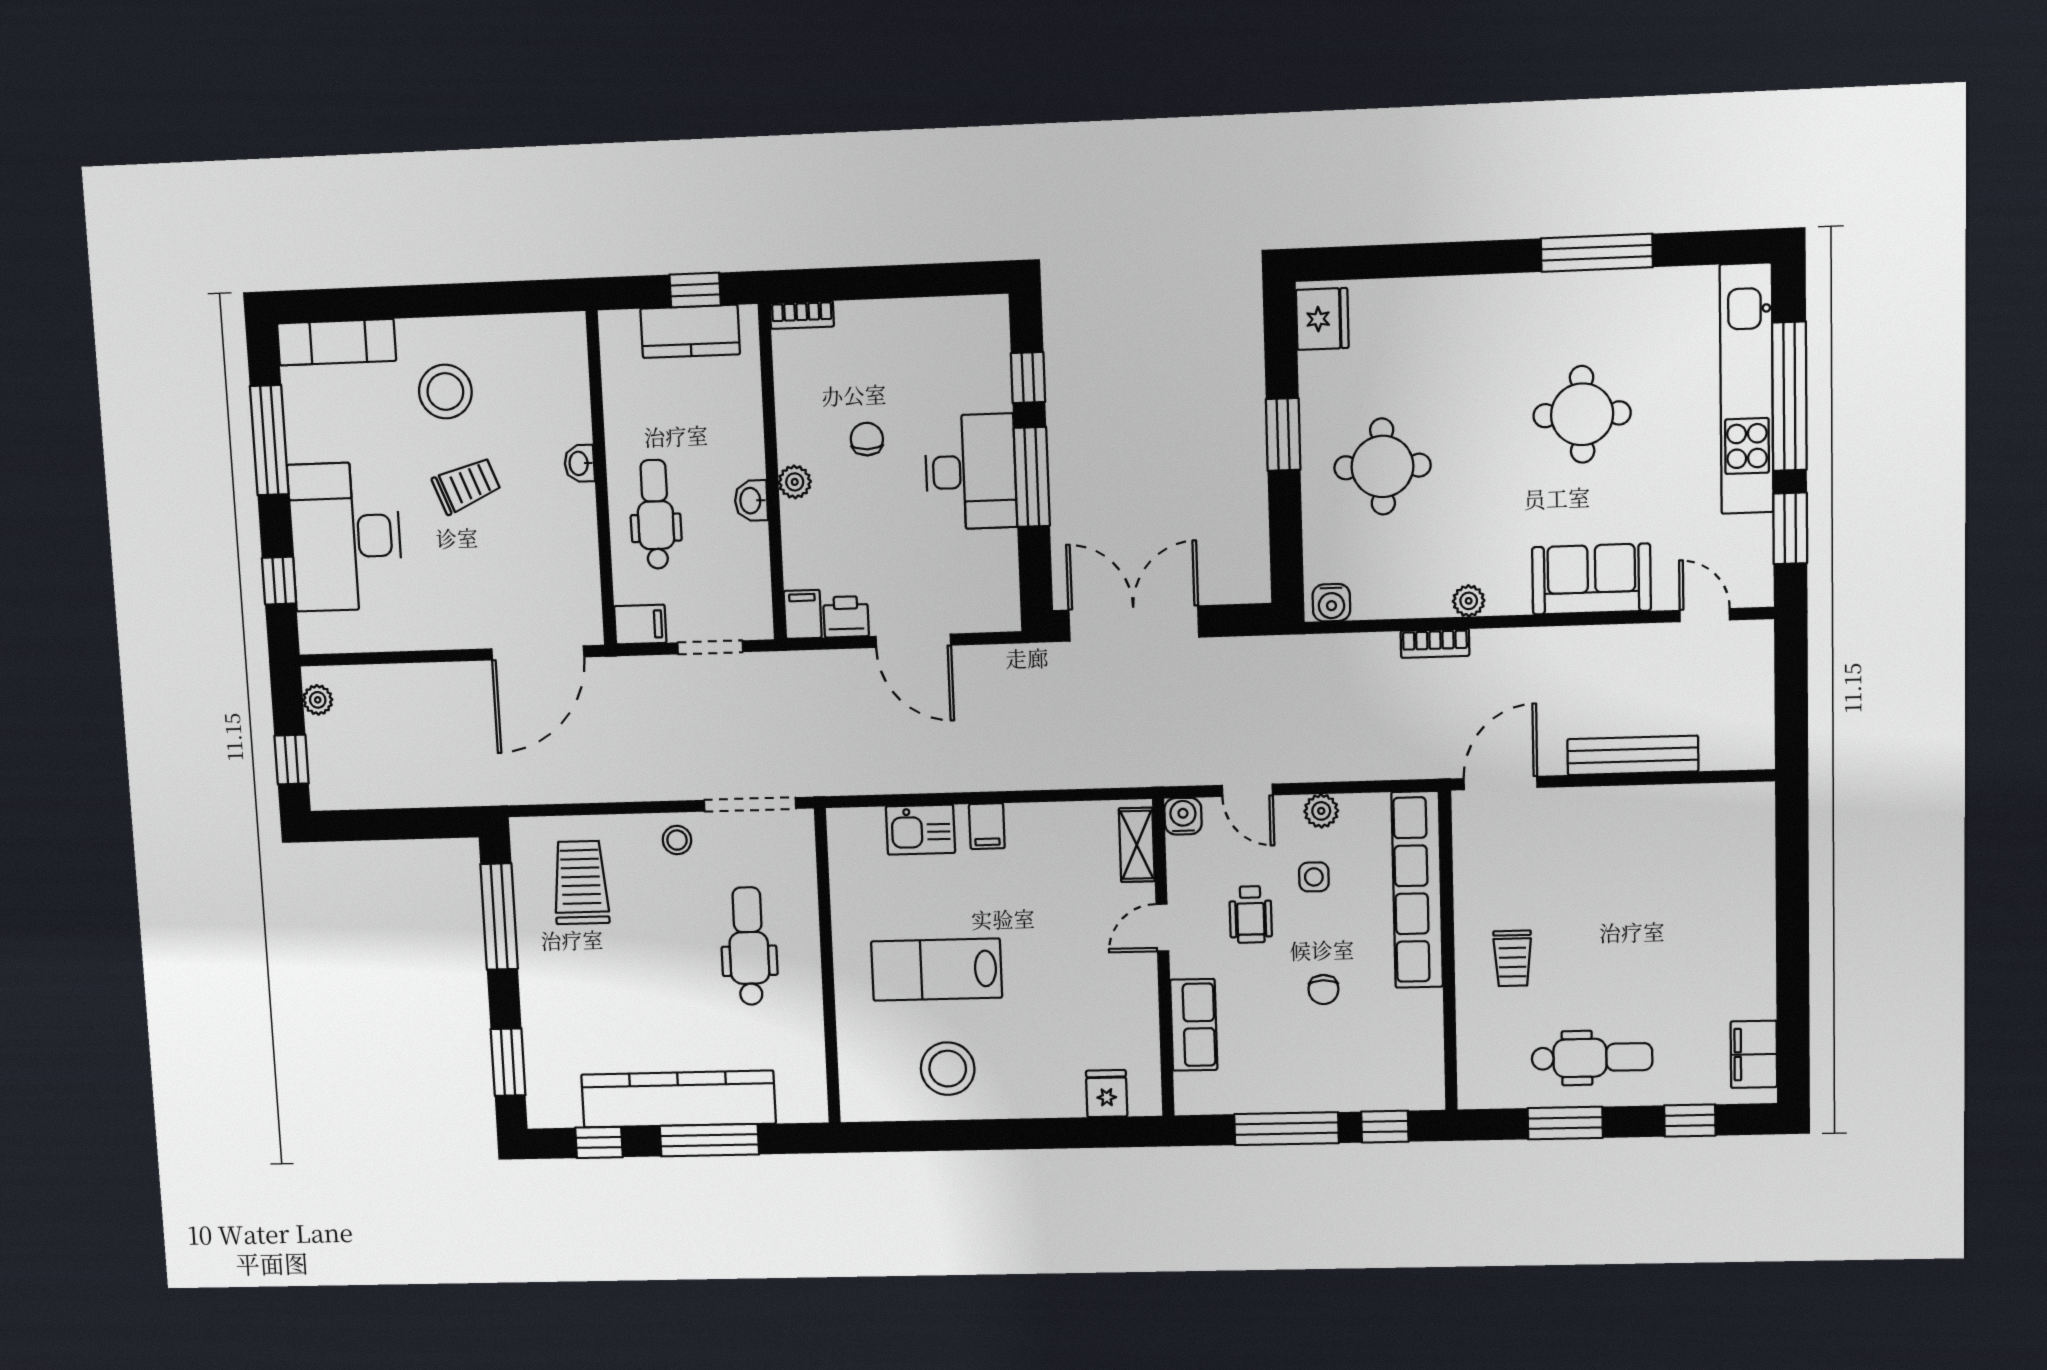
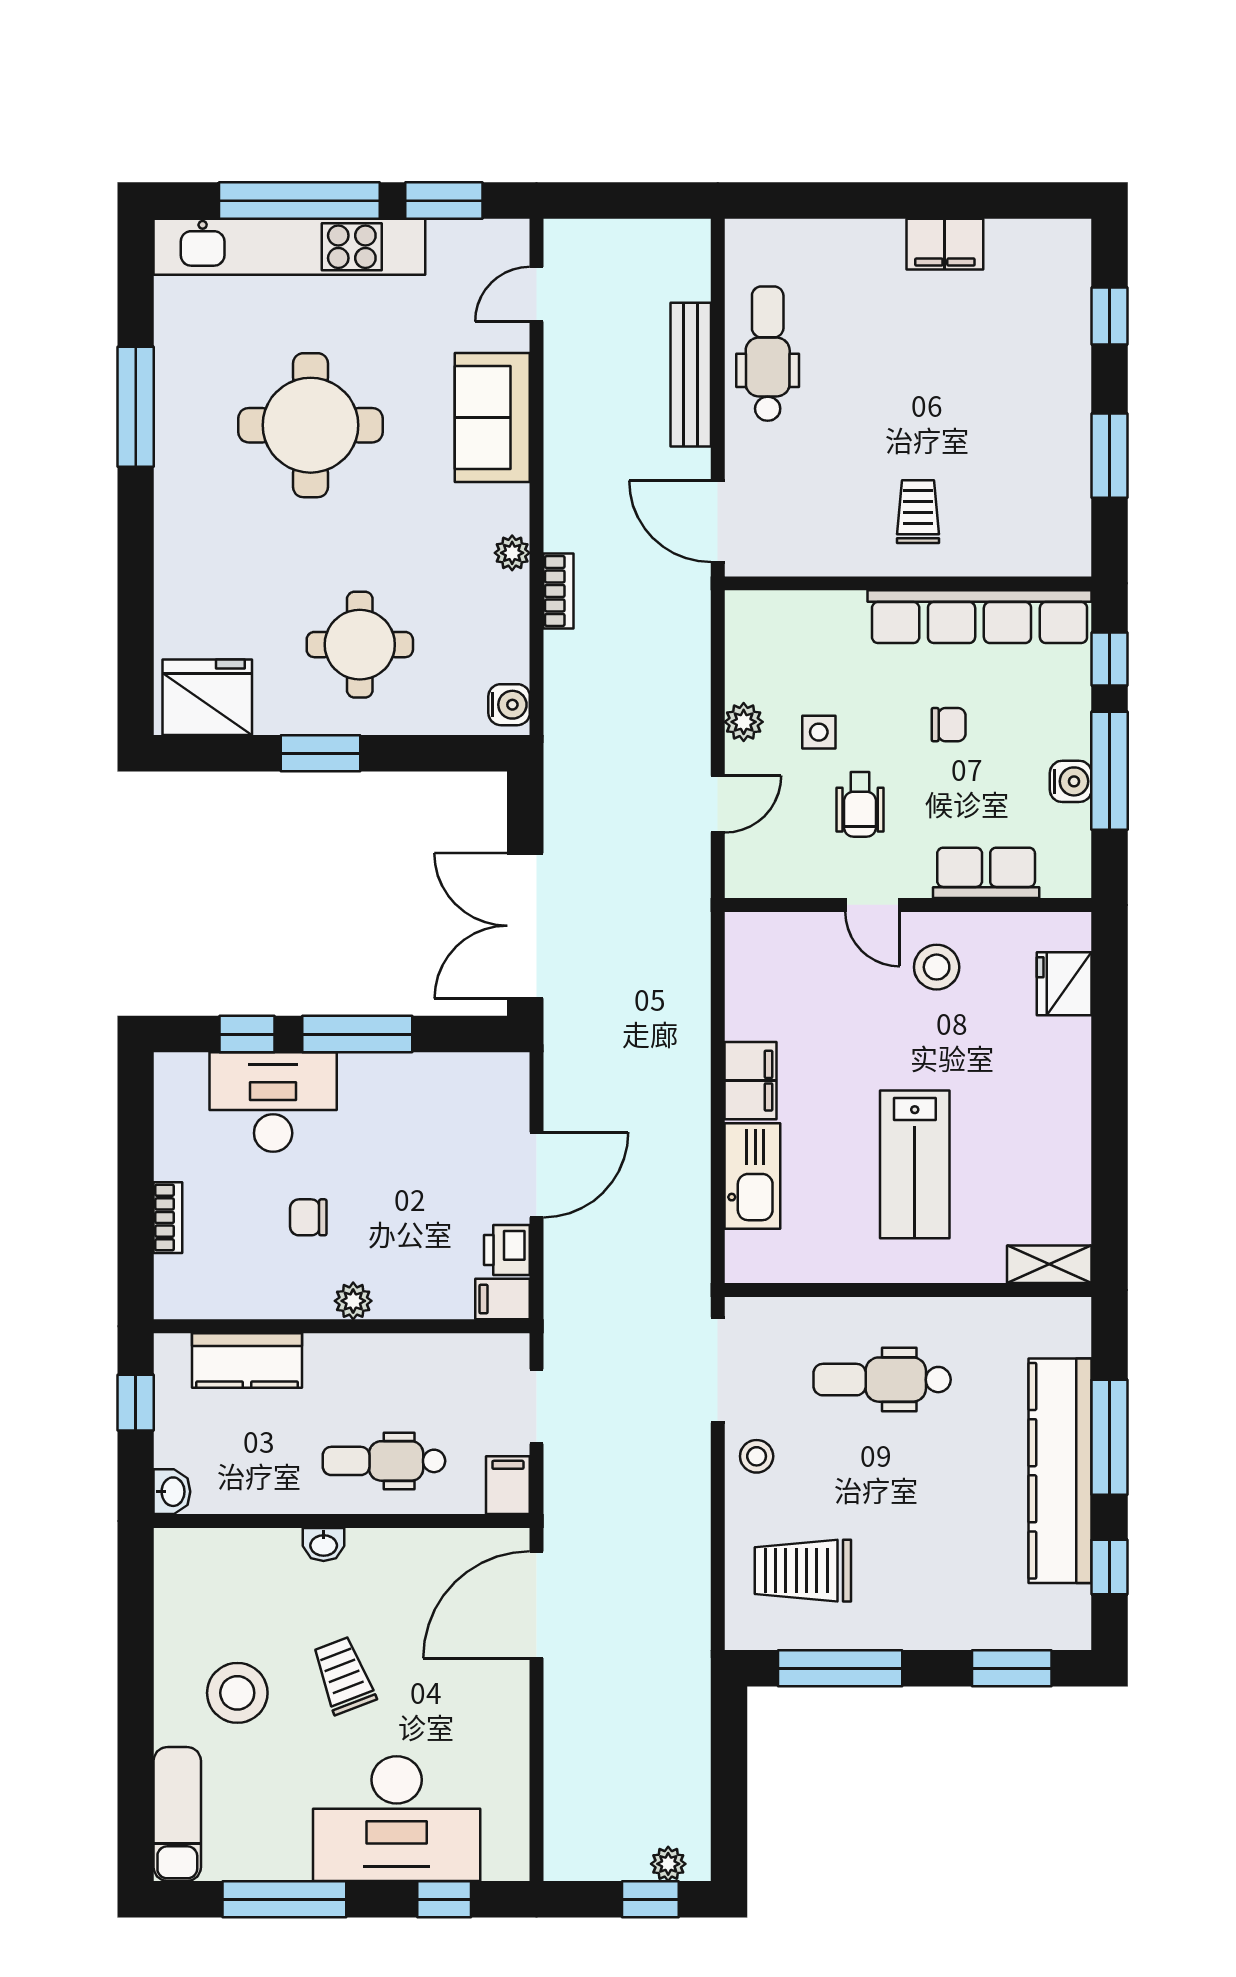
bookcase: (802, 315) -> (168, 1218), moved
fridge: (1322, 319) -> (207, 697), width x1.36, depth x1.34
kitchen counter: (690, 331) -> (247, 1361), moved, turned 90
round table: (1582, 414) -> (311, 425), width x1.36, depth x1.36
desk: (971, 472) -> (273, 1102), moved
washbasin: (751, 501) -> (172, 1492), moved, turned -90
door: (538, 653) -> (537, 1605), swing flipped
plant: (318, 700) -> (668, 1864), moved
water cooler: (1183, 816) -> (1071, 781), moved, turned 180
filing cabinet: (987, 826) -> (750, 1081), width x2.00
kitchen sink: (920, 830) -> (752, 1176), width x1.38
shelving: (1137, 845) -> (1049, 1264), moved
row of seats: (1417, 890) -> (980, 617), moved
wheelchair: (1251, 914) -> (860, 805), turned 90
trolley: (1512, 958) -> (918, 512), turned -90
filing cabinet: (1754, 1054) -> (945, 244), moved
dental chair: (1592, 1058) -> (768, 354), moved
stool: (948, 1069) -> (937, 967), moved, width x0.73, depth x0.73
fridge: (1107, 1094) -> (1064, 984), width x1.38

